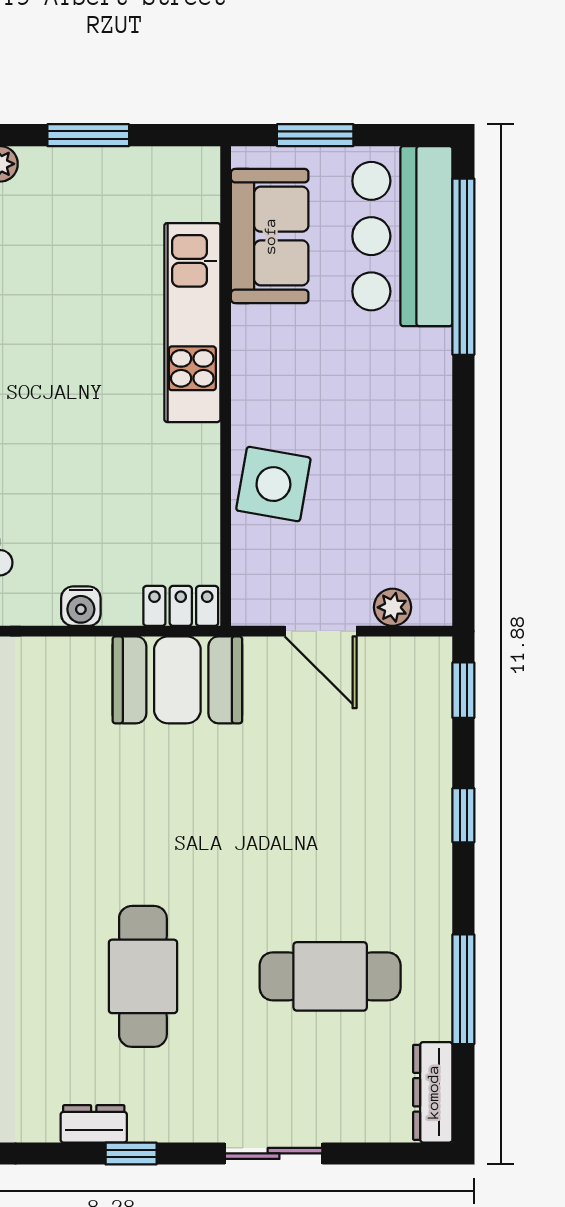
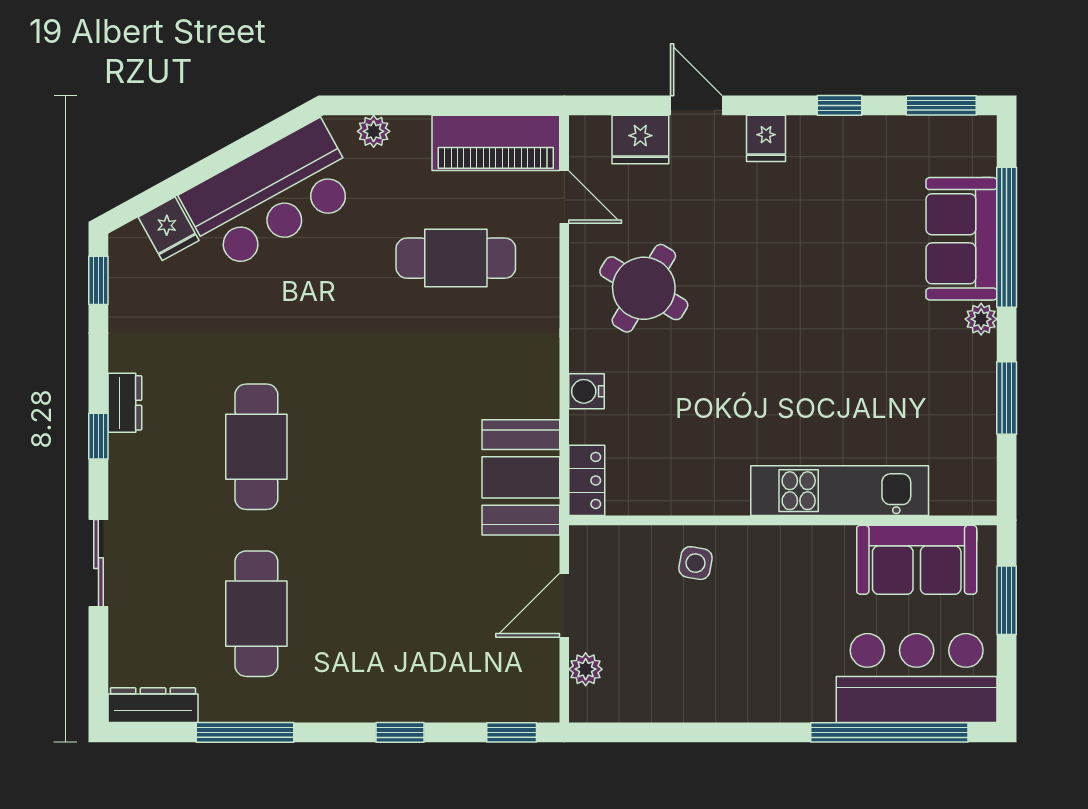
side table: (273, 484) -> (695, 563), width x0.54, depth x0.54
cafe table: (143, 976) -> (256, 447), turned 90

